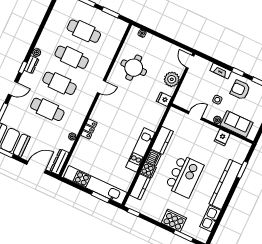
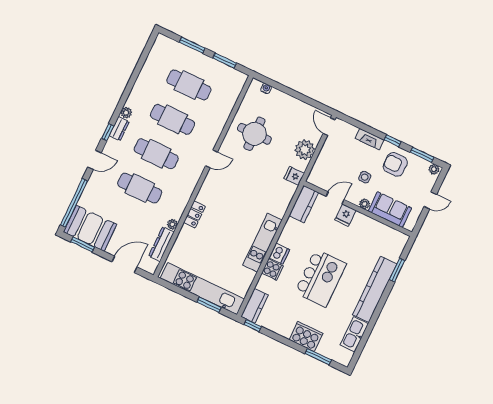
fridge: (222, 137) -> (345, 215), moved
kitchen counter: (162, 140) -> (304, 204), moved
dresser: (59, 162) -> (161, 244), moved
kitchen counter: (140, 187) -> (255, 306), moved

